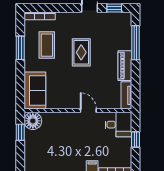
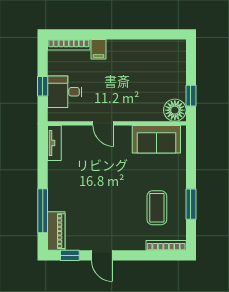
rug: (81, 52) -> (113, 198), removed
piano: (125, 66) -> (56, 231), moved
sofa: (35, 90) -> (156, 139), moved, turned -90
desk: (118, 125) -> (65, 92), moved

